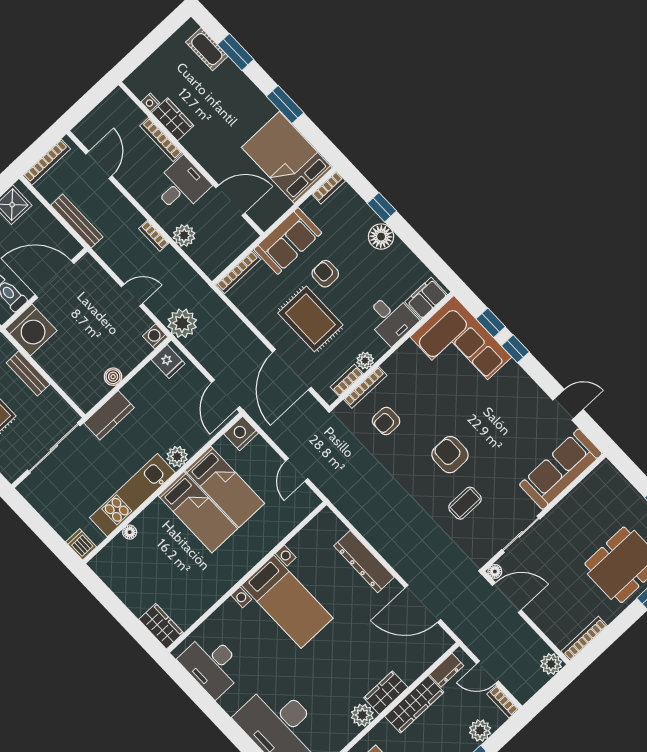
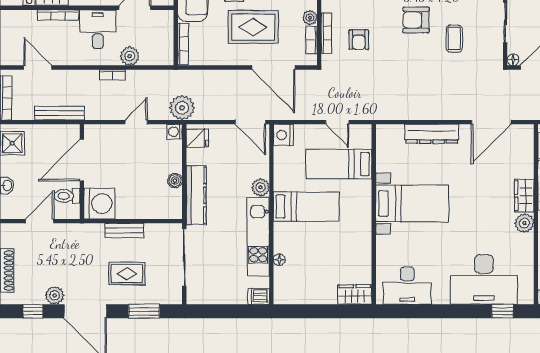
kitchen counter: (109, 415) -> (196, 195), width x1.50
bed: (225, 487) -> (339, 164), moved, turned 180

